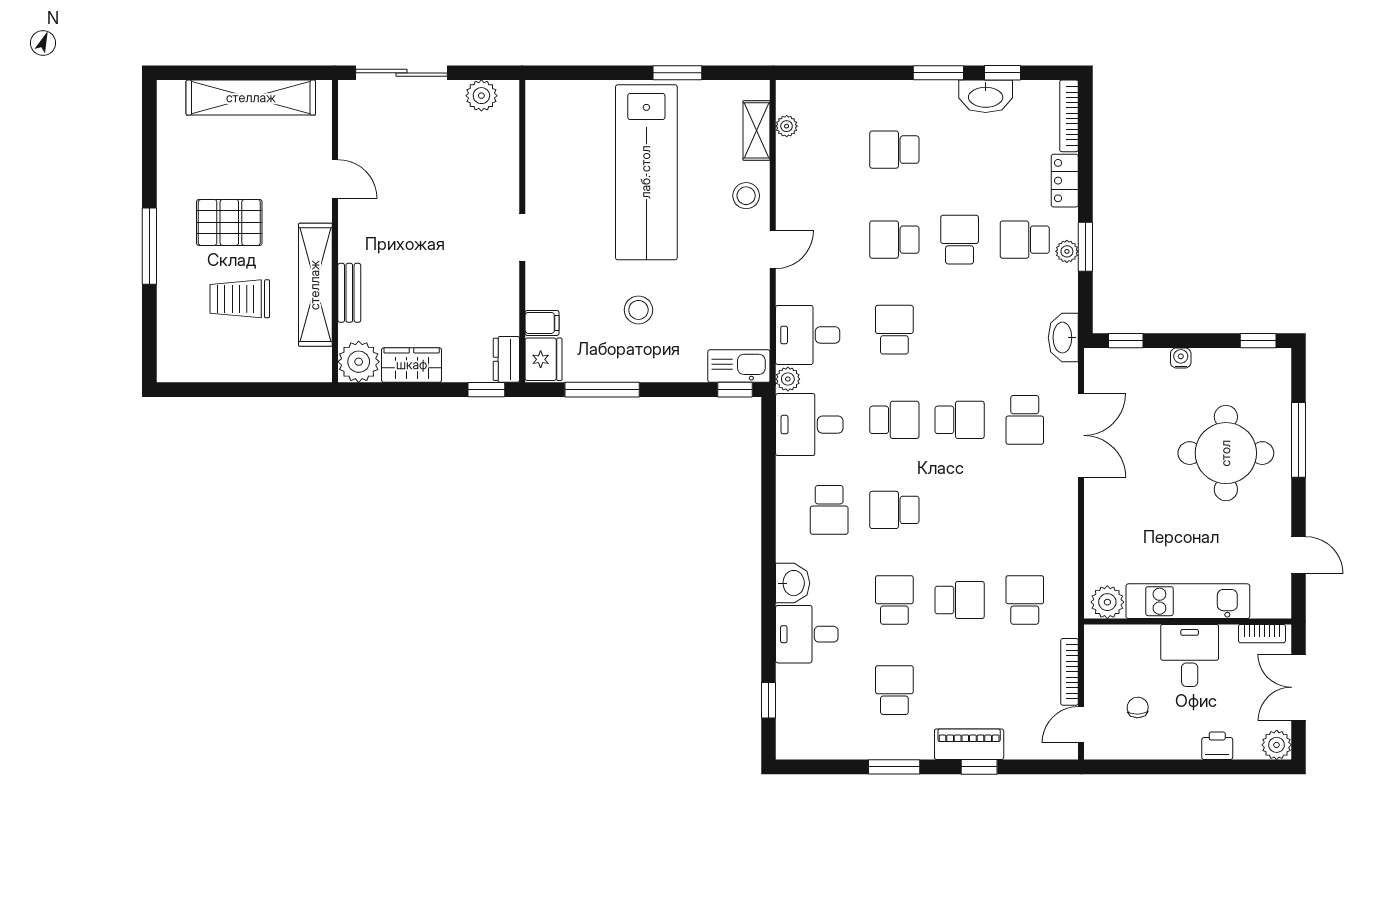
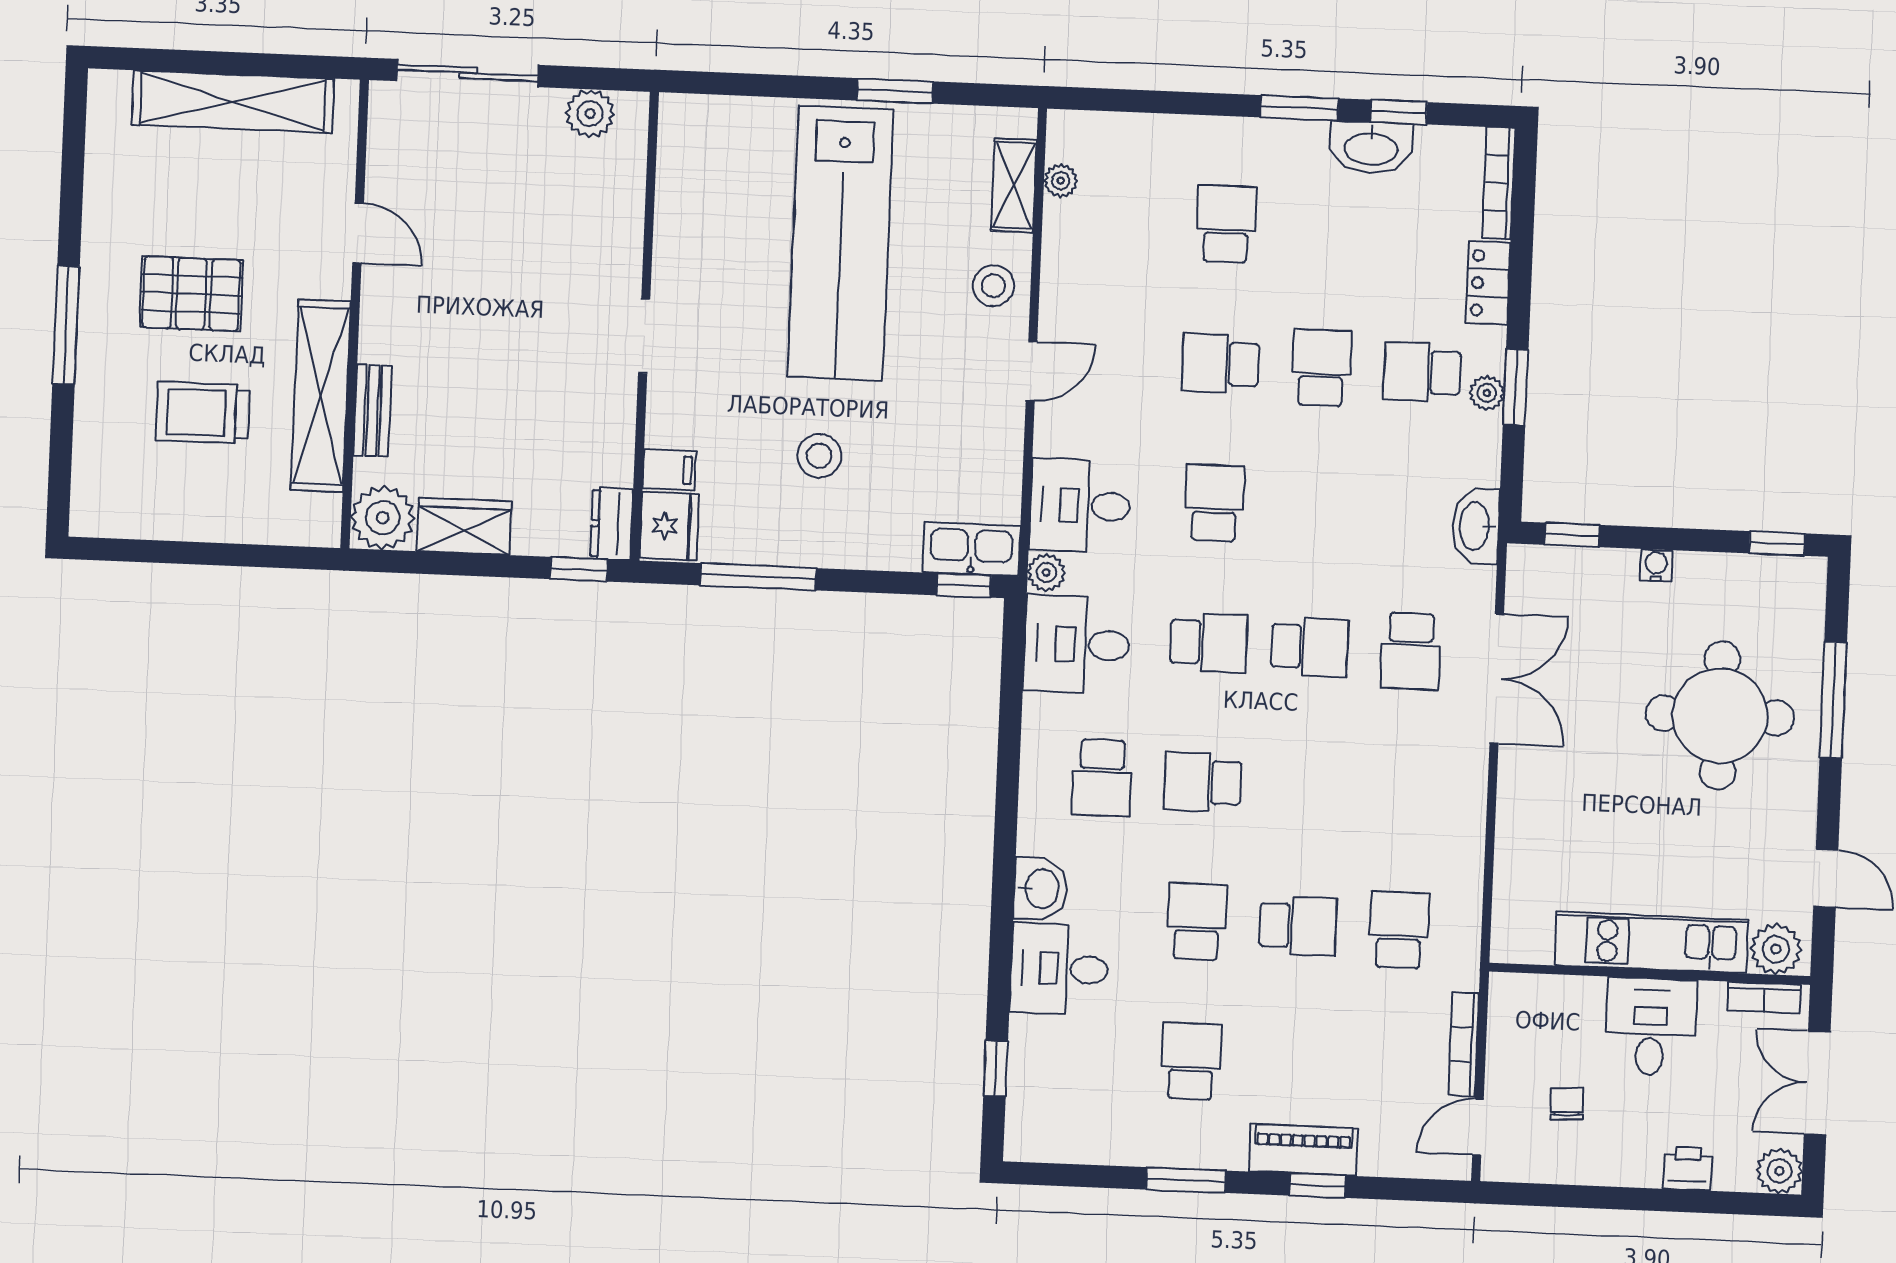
school desk: (894, 150) -> (1226, 224), turned 90
plant: (1107, 602) -> (1776, 949), moved

